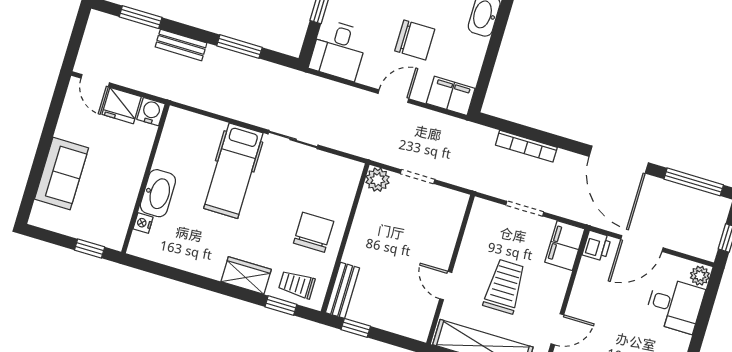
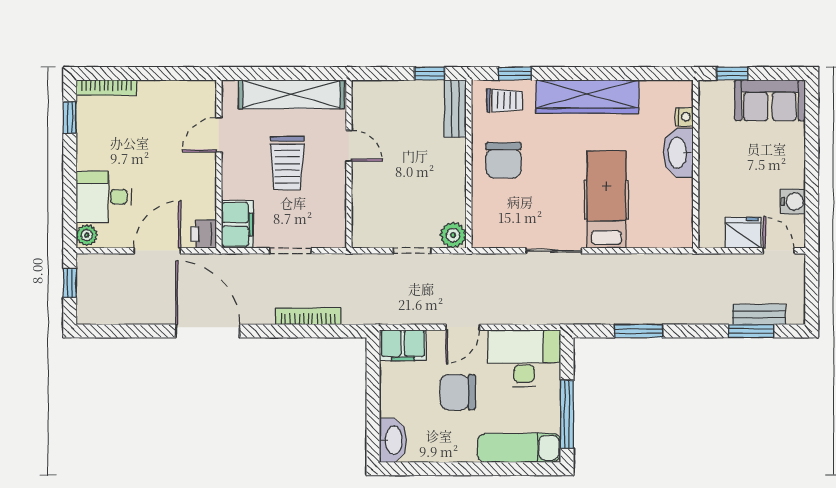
bench: (181, 45) -> (759, 315), moved
desk: (339, 50) -> (524, 358), width x1.37
water cooler: (151, 112) -> (793, 202), moved, turned -90
sofa: (61, 174) -> (770, 100), moved, turned -90
window: (694, 182) -> (122, 331), removed
wardrobe: (246, 276) -> (587, 97), width x2.10, depth x1.17

